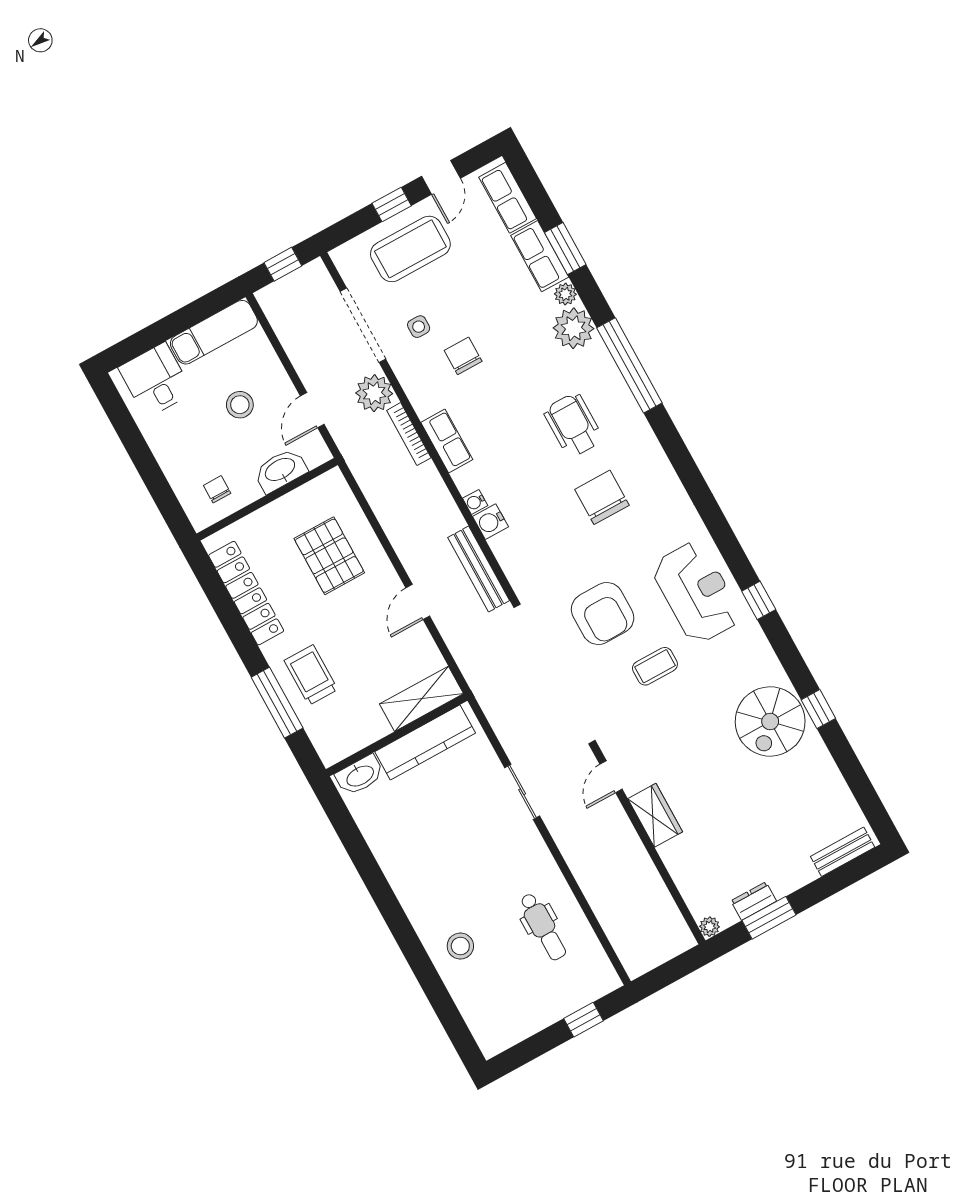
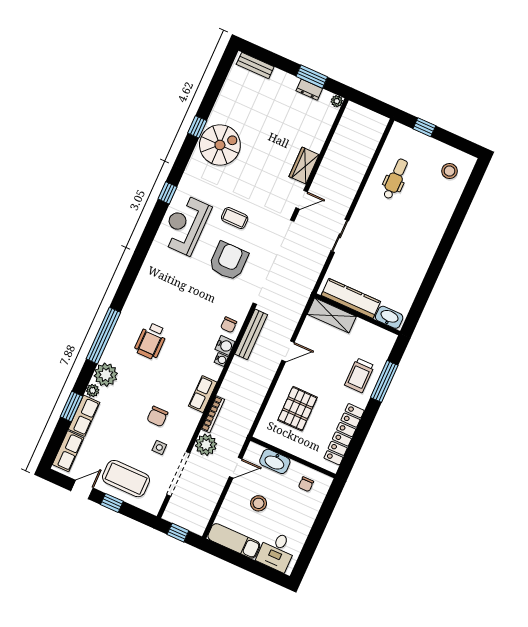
chair: (602, 497) -> (229, 325), moved, width x0.54, depth x0.54
stool: (460, 946) -> (449, 171), moved

